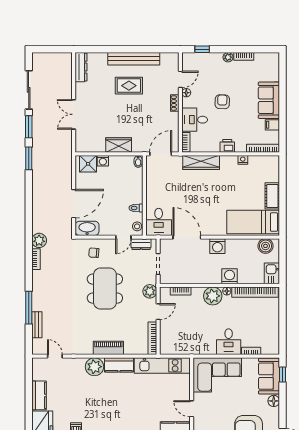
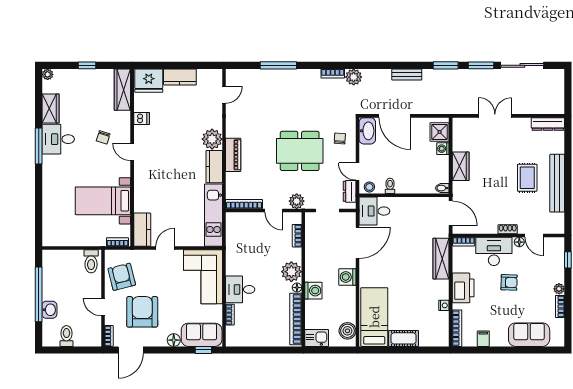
sofa: (269, 100) -> (529, 335), moved
desk: (195, 120) -> (494, 251), width x1.37
printer: (227, 146) -> (463, 288), width x1.87, depth x1.48
bench: (37, 325) -> (407, 75), moved

